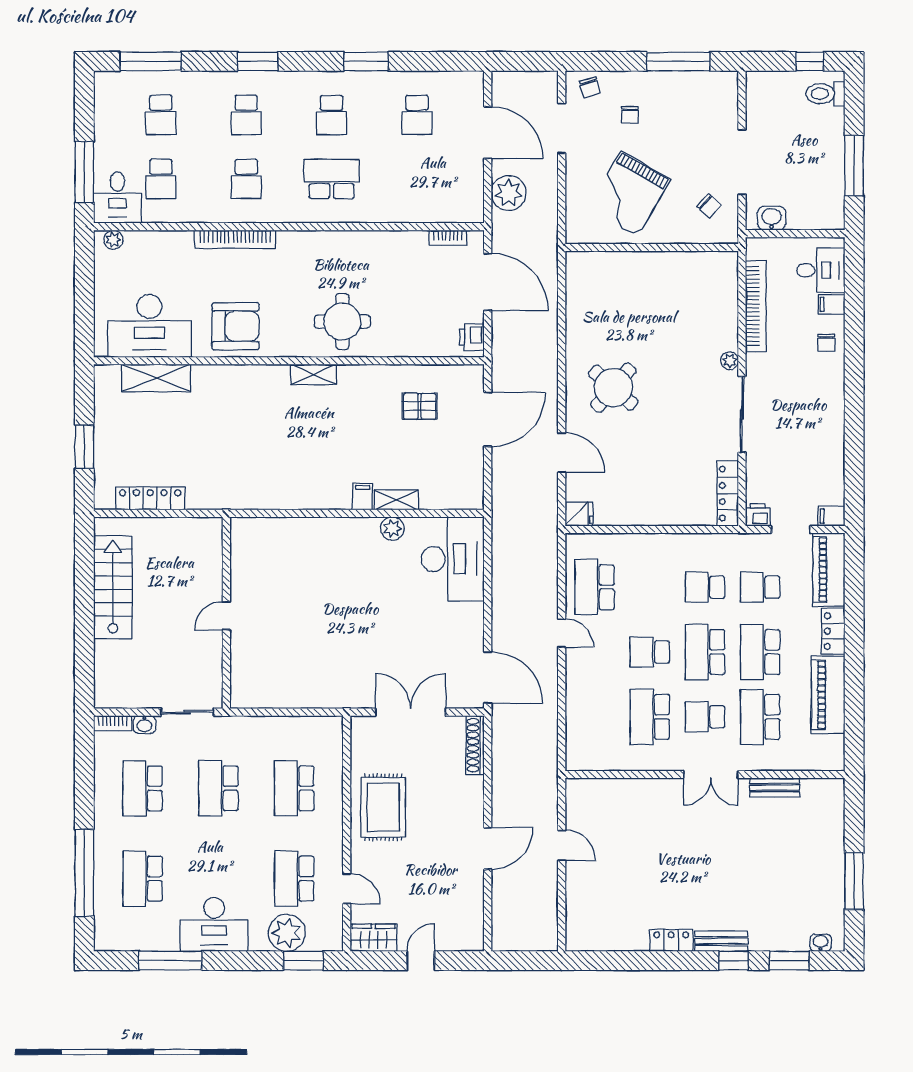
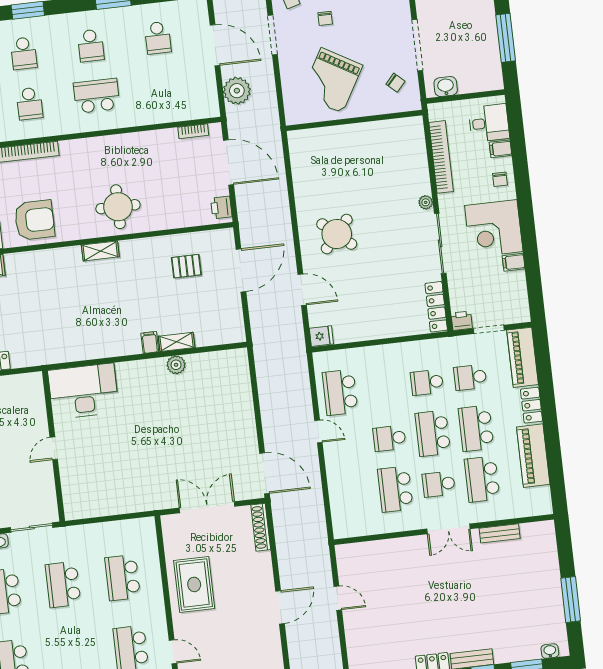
corner desk: (811, 404) -> (494, 229), added
filing cabinet: (831, 516) -> (514, 262), moved
desk: (453, 559) -> (83, 391), moved, turned -90

